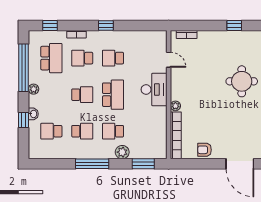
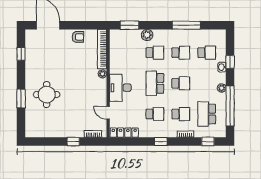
window: (234, 25) -> (73, 142), moved
locker: (149, 36) -> (124, 133), added
school desk: (82, 95) -> (181, 83), turned 180
school desk: (82, 131) -> (181, 53), turned 180
window: (92, 164) -> (186, 25), moved

